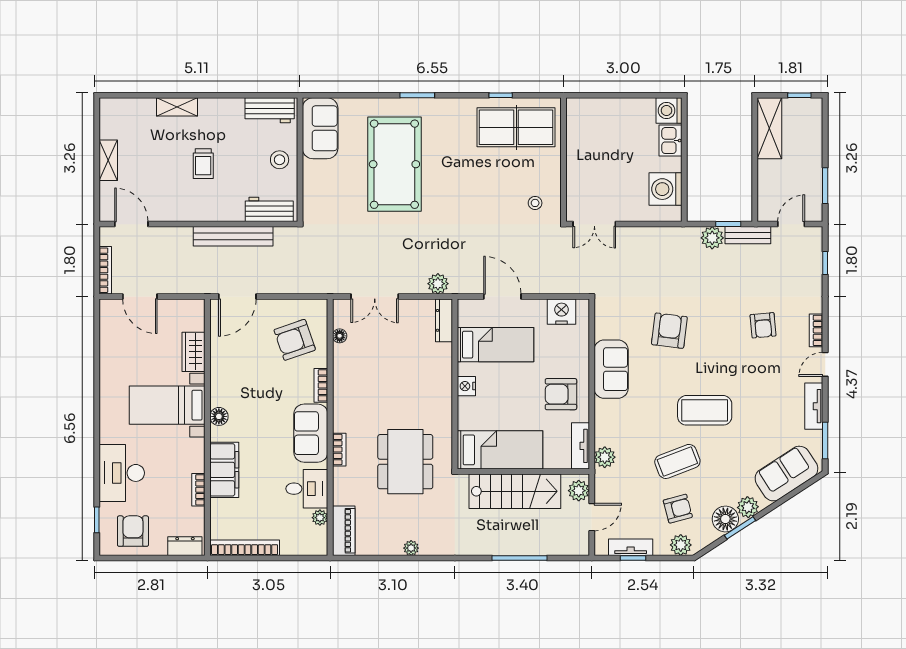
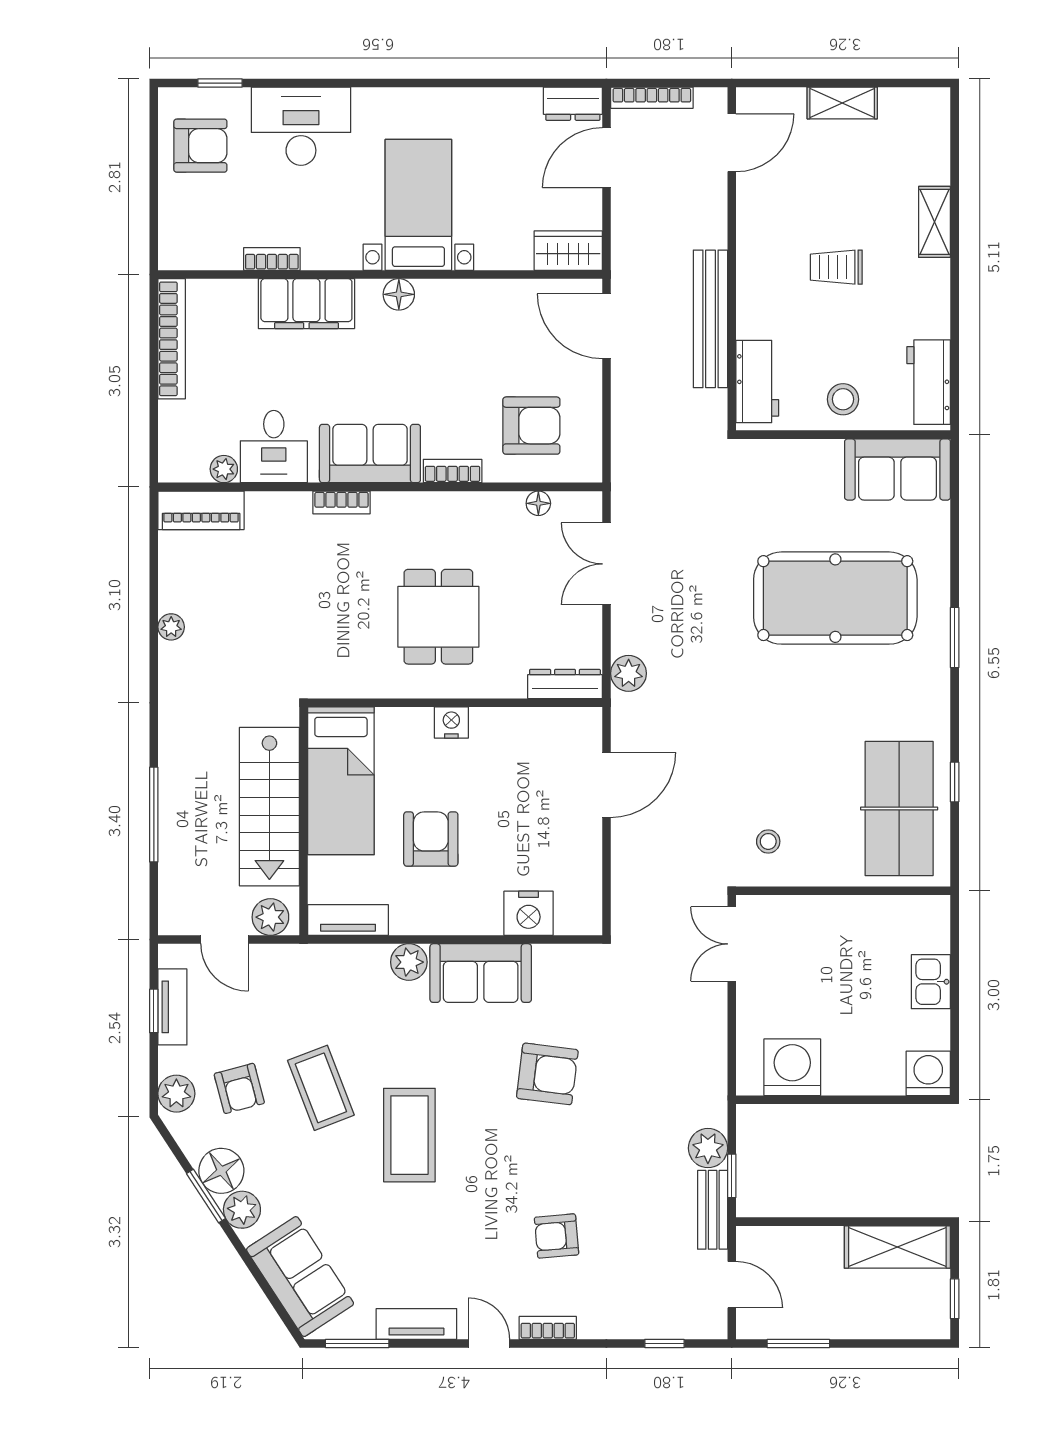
kitchen sink: (671, 141) -> (931, 982), moved, turned -90
nightstand: (562, 312) -> (529, 913), moved, turned 90
armchair: (295, 340) -> (531, 426), turned 109
bed: (495, 345) -> (523, 773), removed
wardrobe: (194, 352) -> (568, 251), moved
armchair: (561, 394) -> (431, 839), moved
plant: (605, 457) -> (409, 962), moved
dining table: (405, 462) -> (438, 617), moved, width x0.73
dresser: (185, 546) -> (573, 104), moved, turned 90

